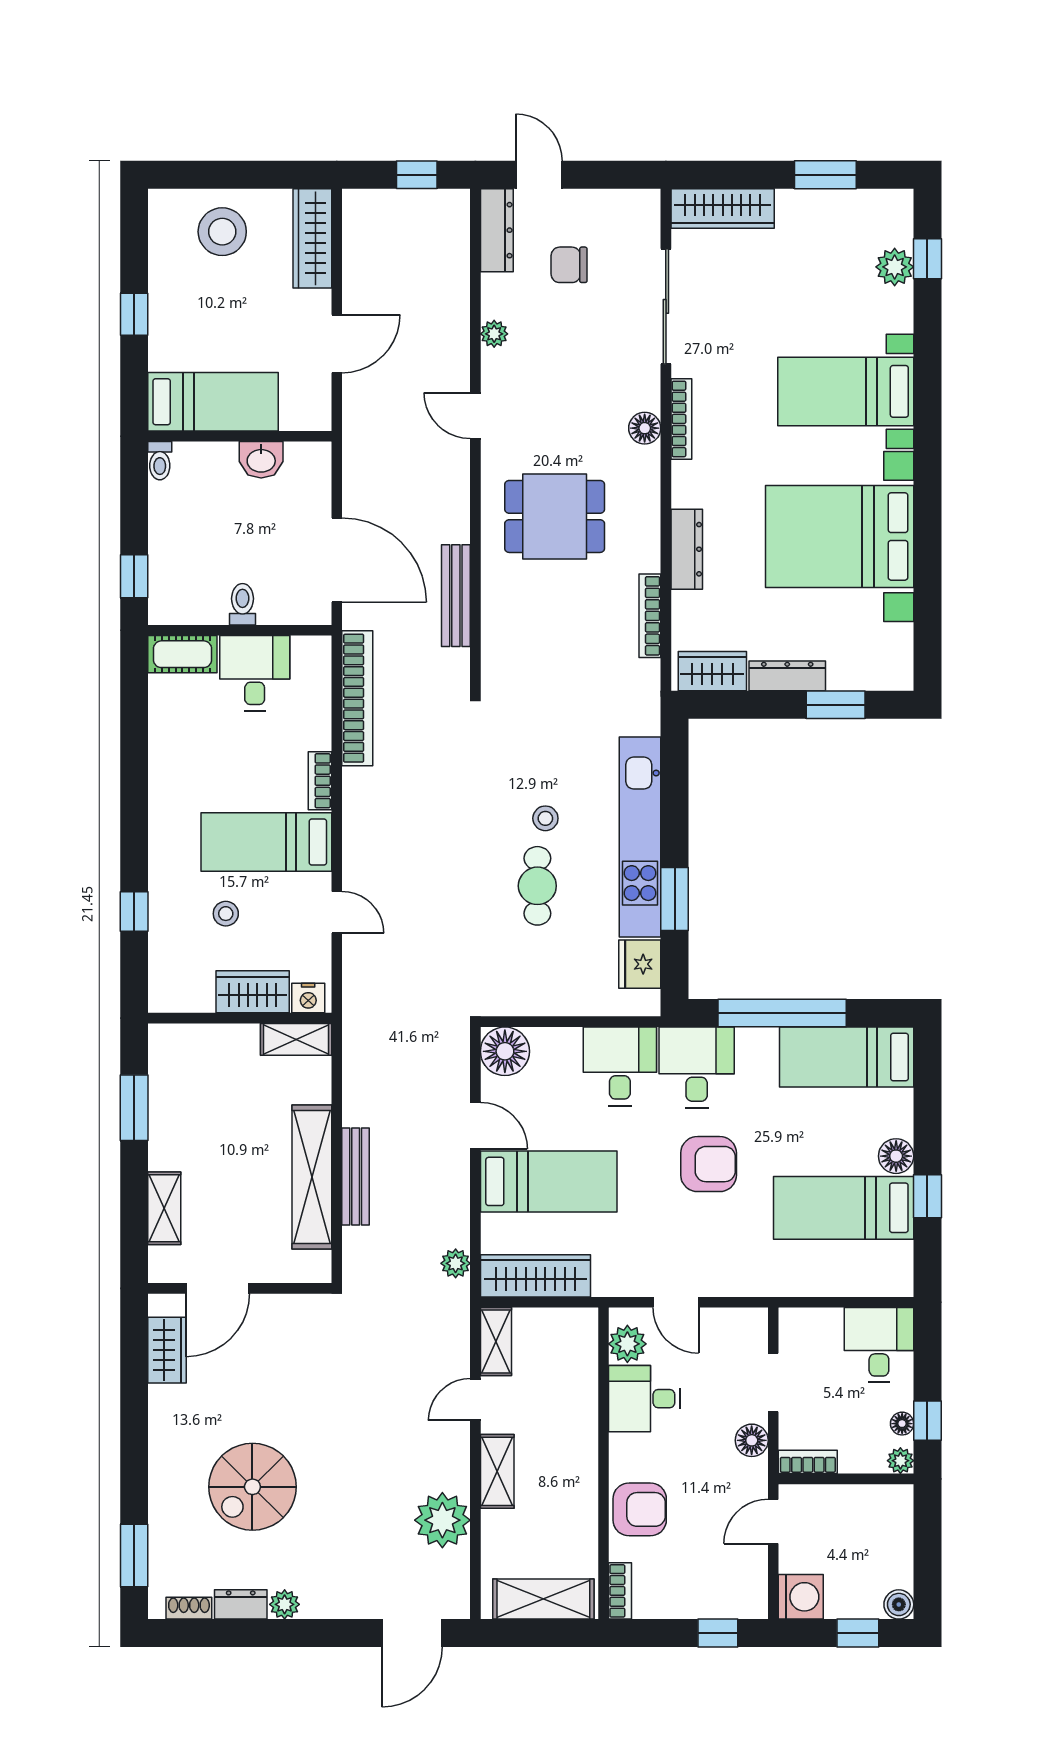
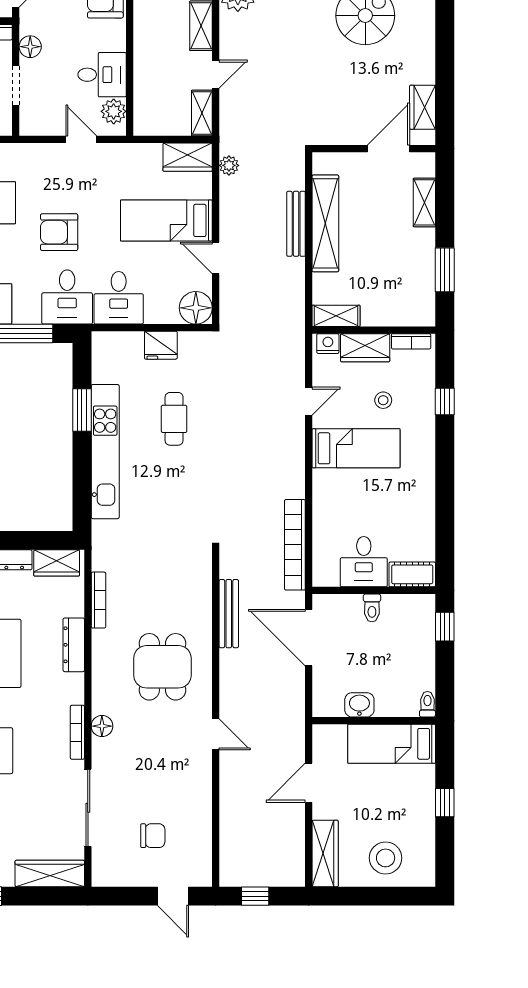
dresser: (497, 230) -> (201, 859), removed
plant: (494, 334) -> (203, 789), removed
dining table: (555, 516) -> (162, 667), turned 90
bookcase: (320, 781) -> (411, 341), moved, turned 90
stool: (545, 818) -> (169, 464), removed
door: (337, 912) -> (309, 401), swing flipped
fridge: (640, 964) -> (161, 345), moved, turned 90
wardrobe: (536, 1276) -> (188, 157), width x0.67

